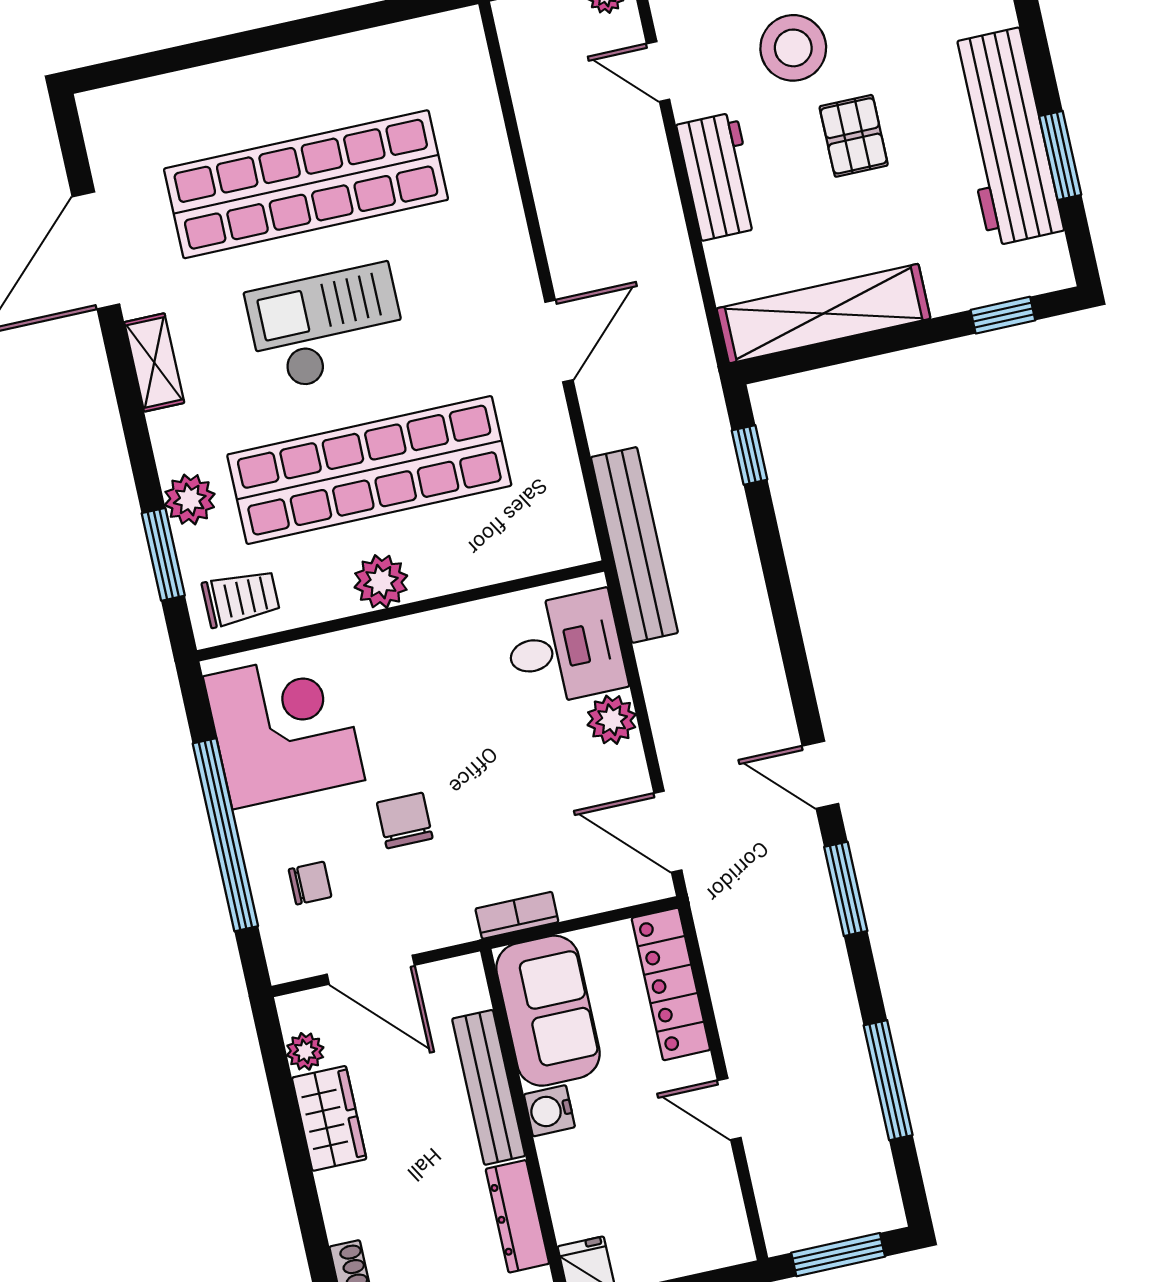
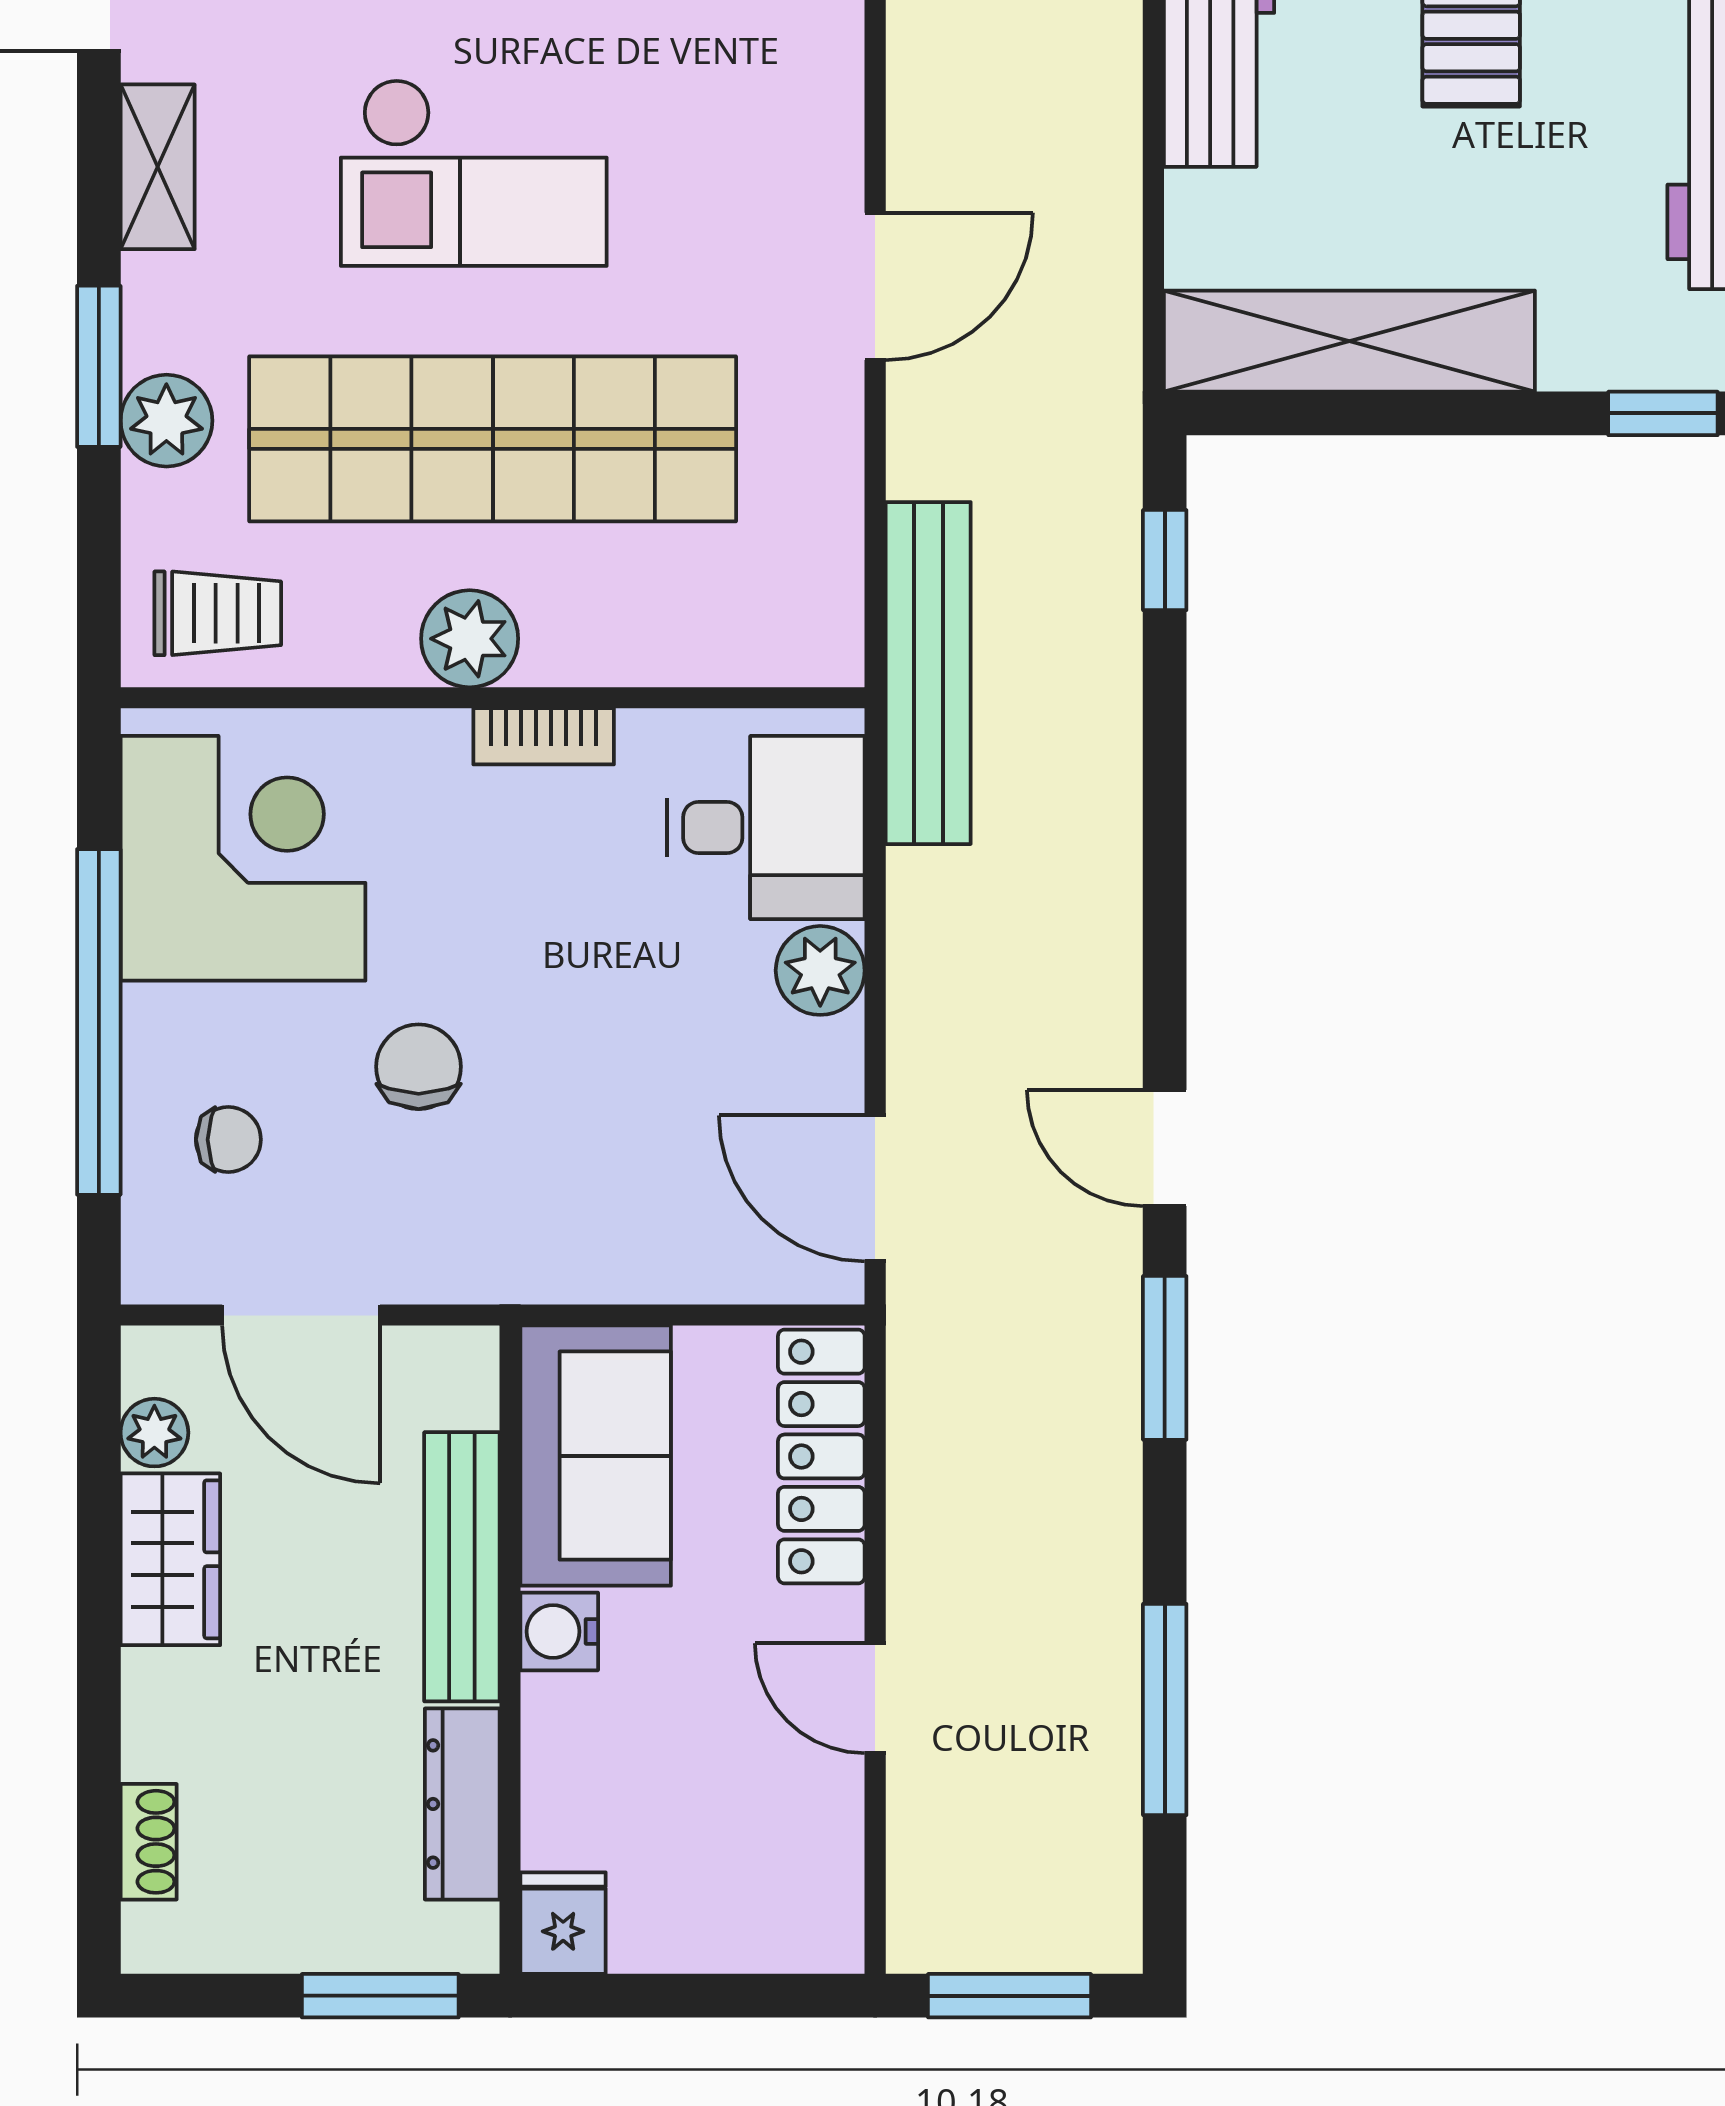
checkout: (327, 327) -> (474, 172), turned 180
window: (163, 554) -> (99, 366), moved
bookcase: (517, 915) -> (544, 736), moved, turned 180

